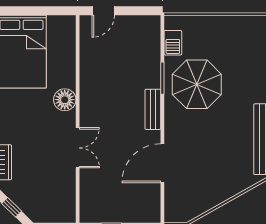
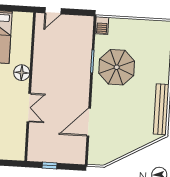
barbecue: (173, 43) -> (102, 26), moved
bench: (153, 109) -> (84, 83), removed

